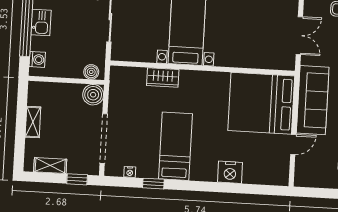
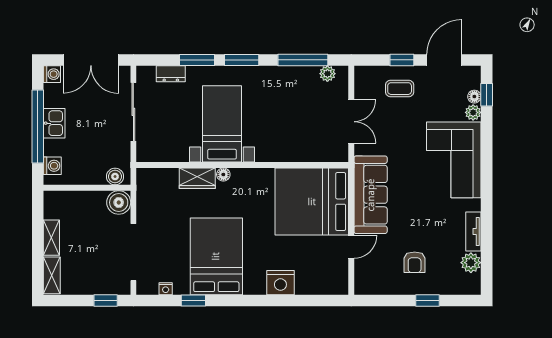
floor lamp: (186, 75) -> (223, 175), added
bed: (175, 146) -> (216, 256), width x1.50
shelving: (50, 166) -> (52, 275), moved, turned 90

